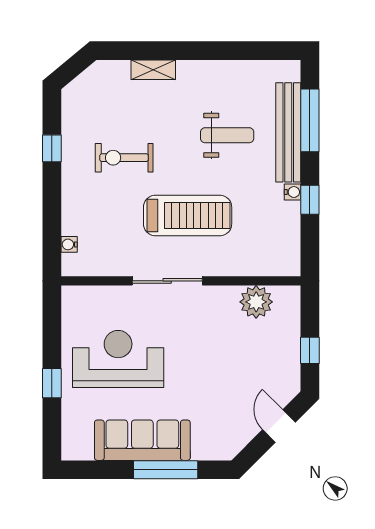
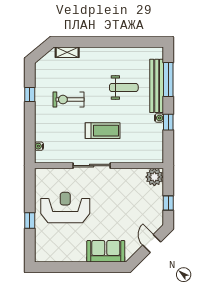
shelving: (153, 70) -> (67, 52), moved
treadmill: (188, 216) -> (103, 131), width x0.73, depth x0.73
plant: (256, 302) -> (154, 177), moved
sofa: (142, 440) -> (106, 251), moved, width x0.73
window: (166, 470) -> (91, 267), removed

